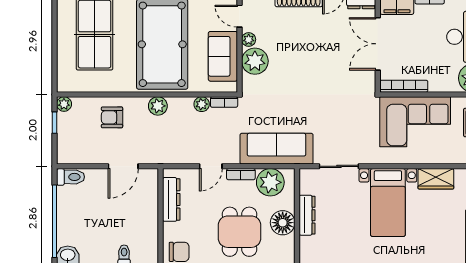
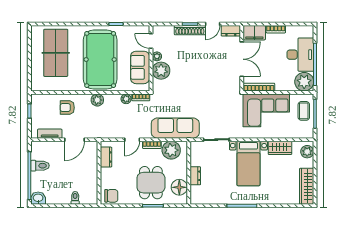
double door: (378, 44) -> (242, 59), swing flipped
plant: (64, 104) -> (36, 99), removed
tv unit: (85, 157) -> (50, 134), added
toilet: (71, 177) -> (40, 166), moved
dresser: (171, 199) -> (106, 157), width x0.70
dresser: (307, 215) -> (195, 176), width x0.70
floor lamp: (283, 223) -> (179, 187), moved

